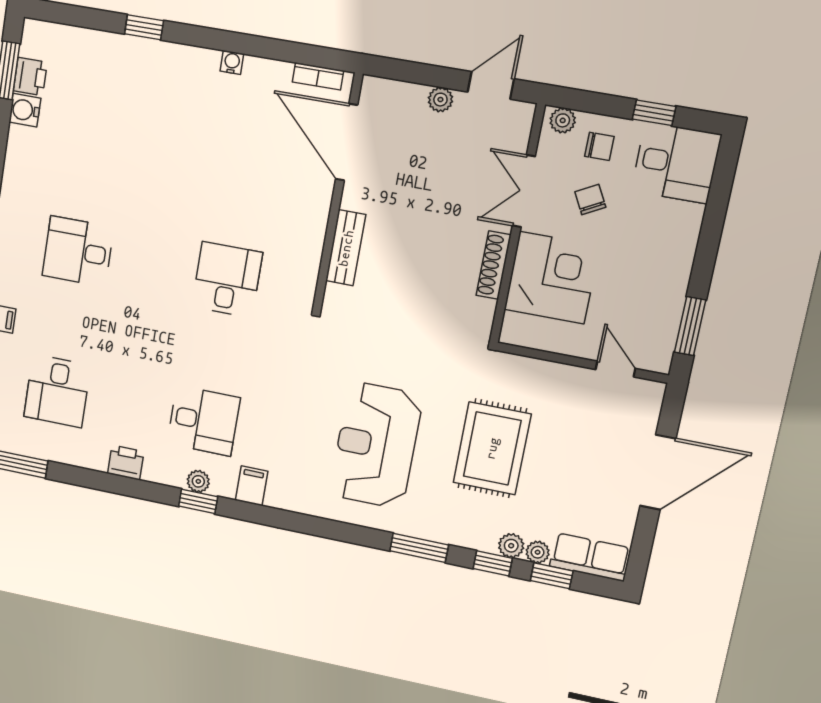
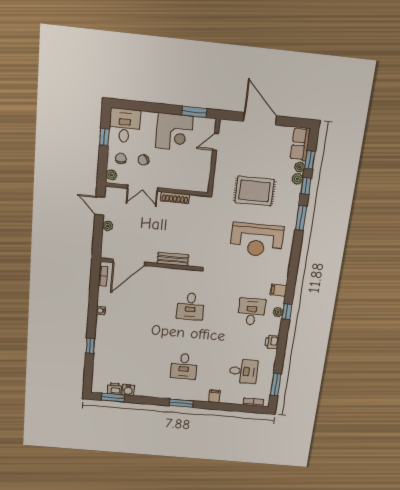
corner desk: (552, 278) -> (174, 132), moved, turned 180
desk: (227, 280) -> (191, 306), turned -90

